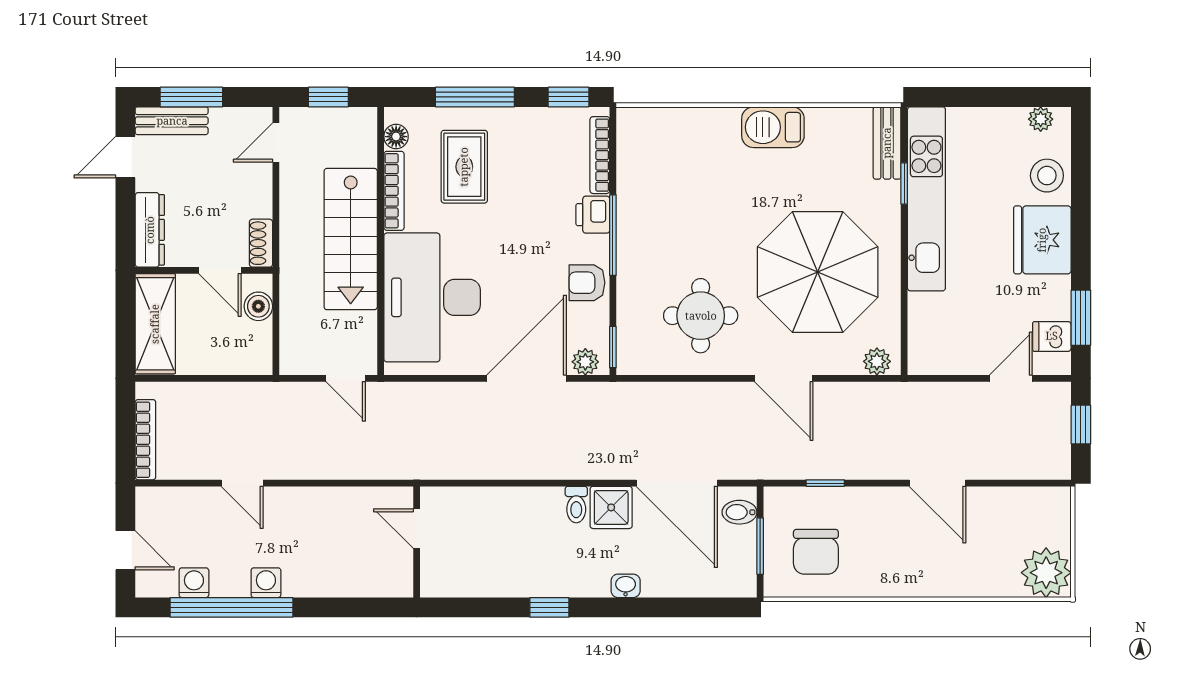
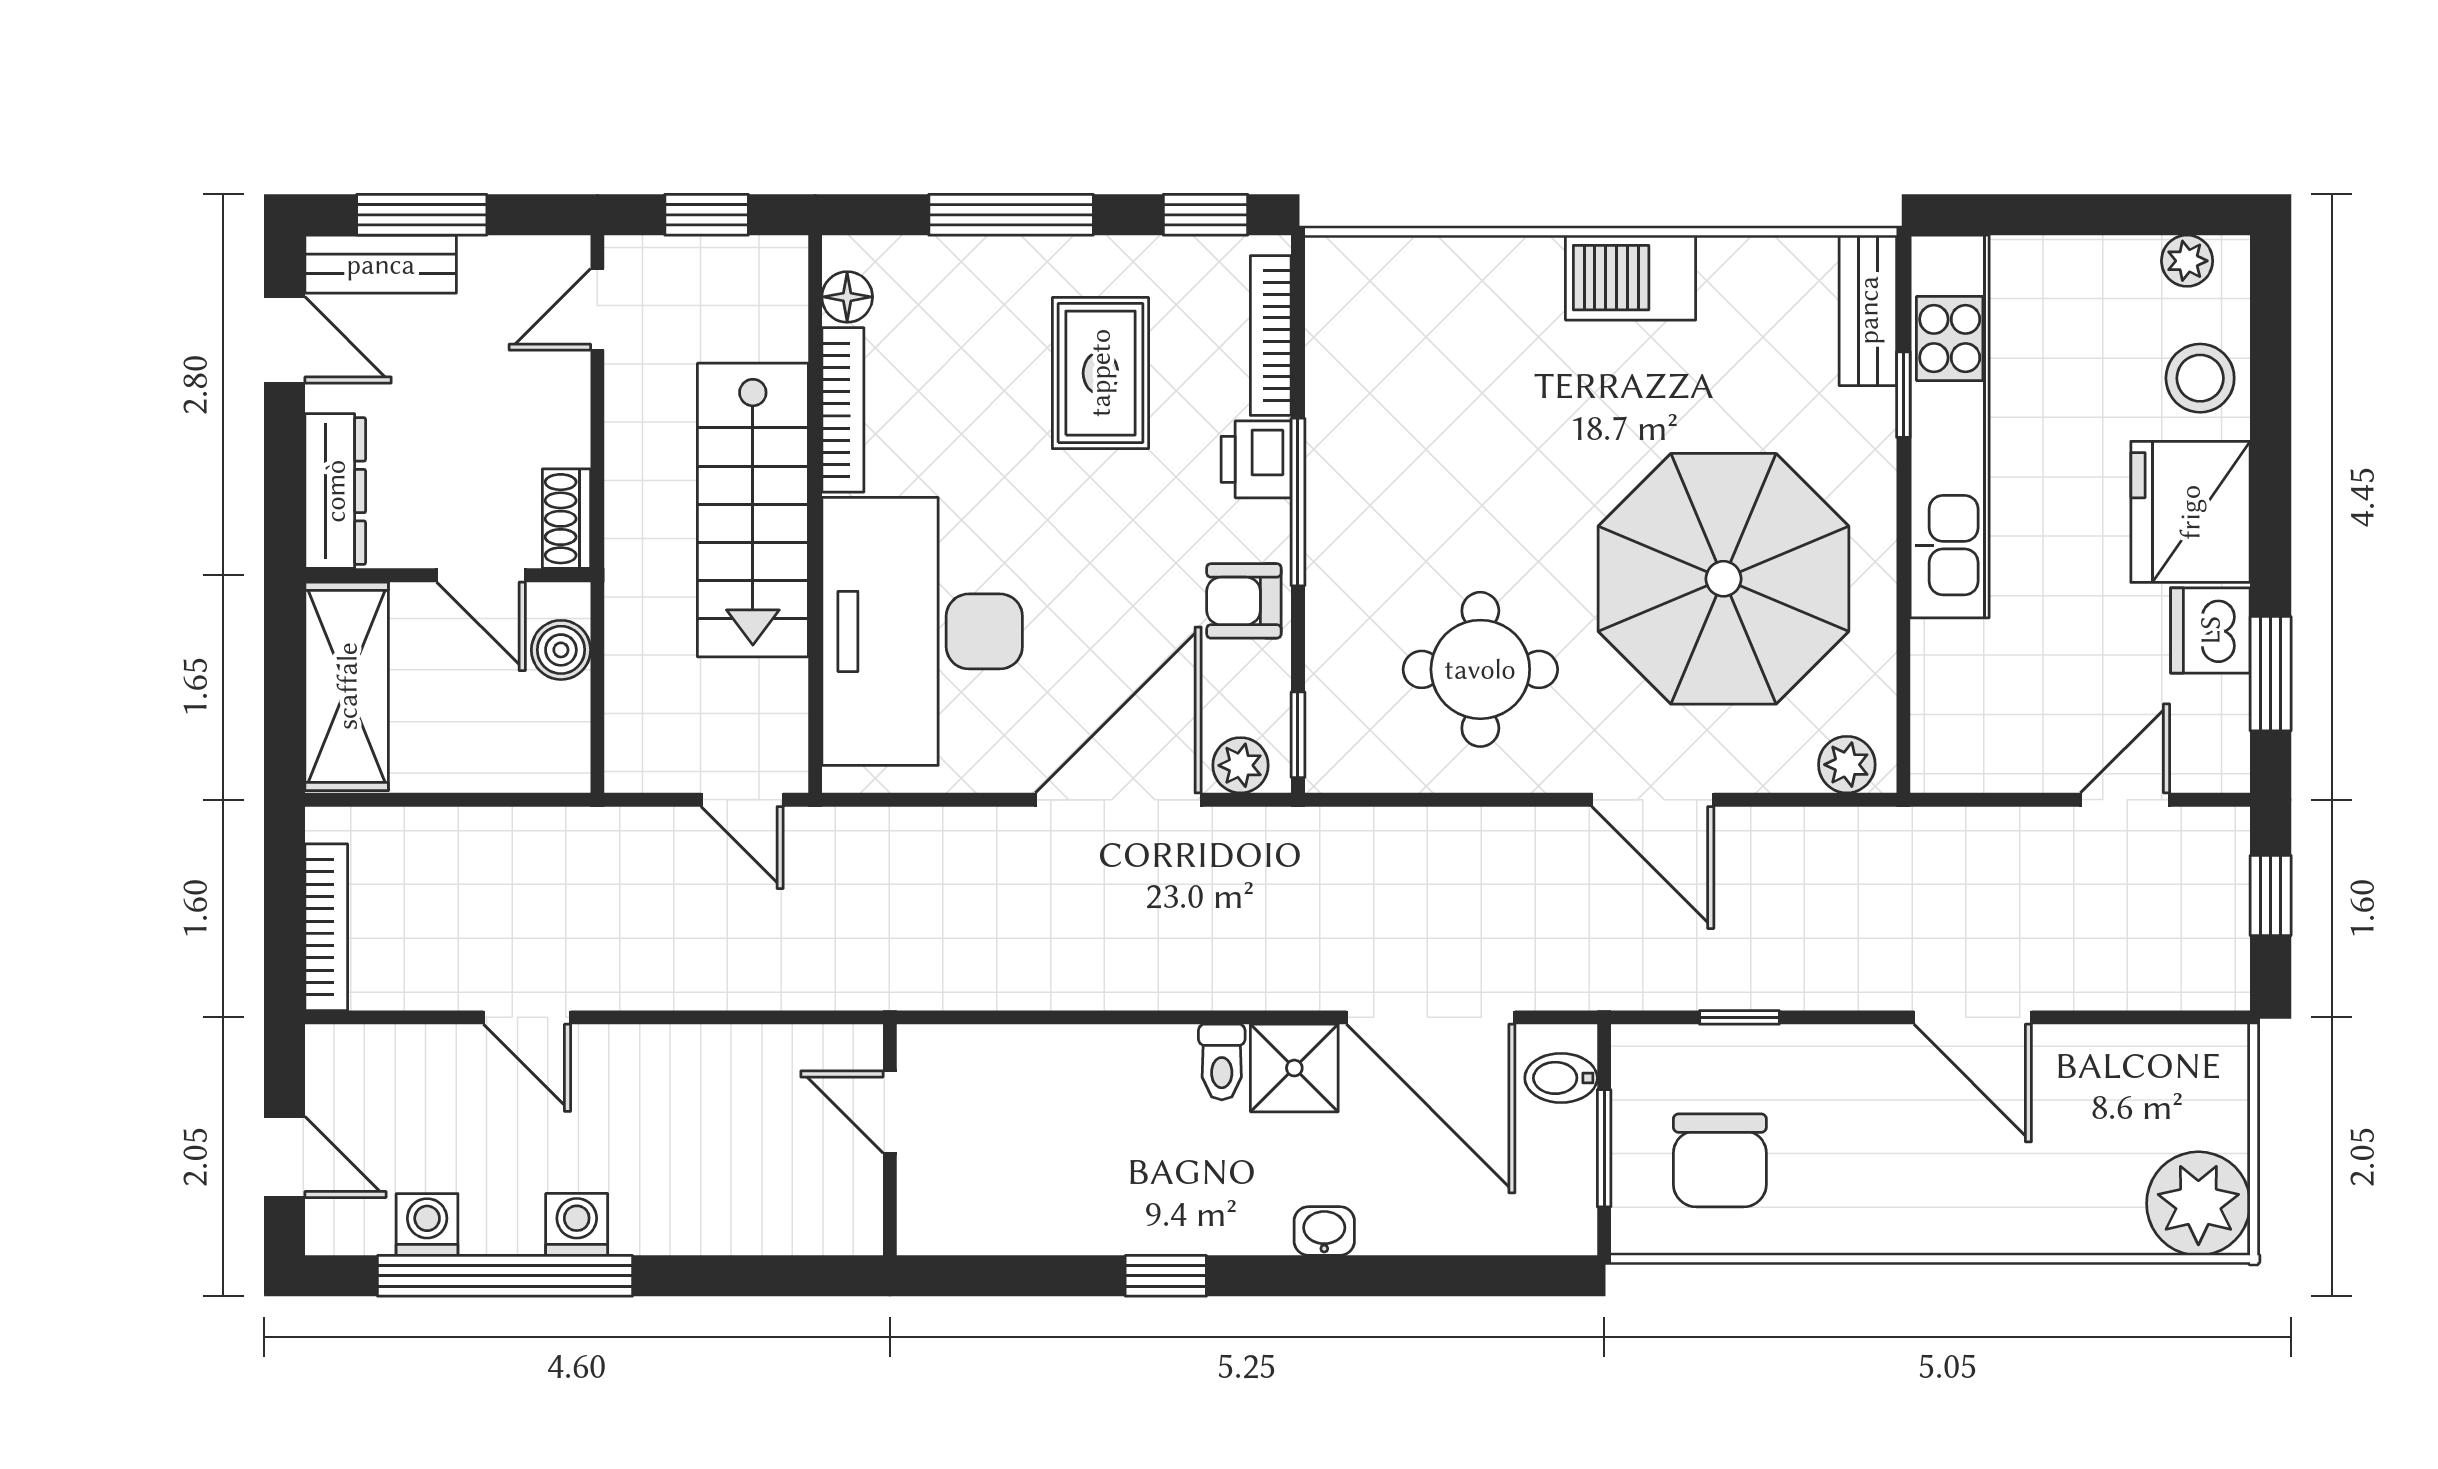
door: (125, 157) -> (285, 340), swing flipped
rug: (464, 167) -> (1100, 373), moved
dishwasher: (1052, 336) -> (2210, 630), moved, width x1.38

